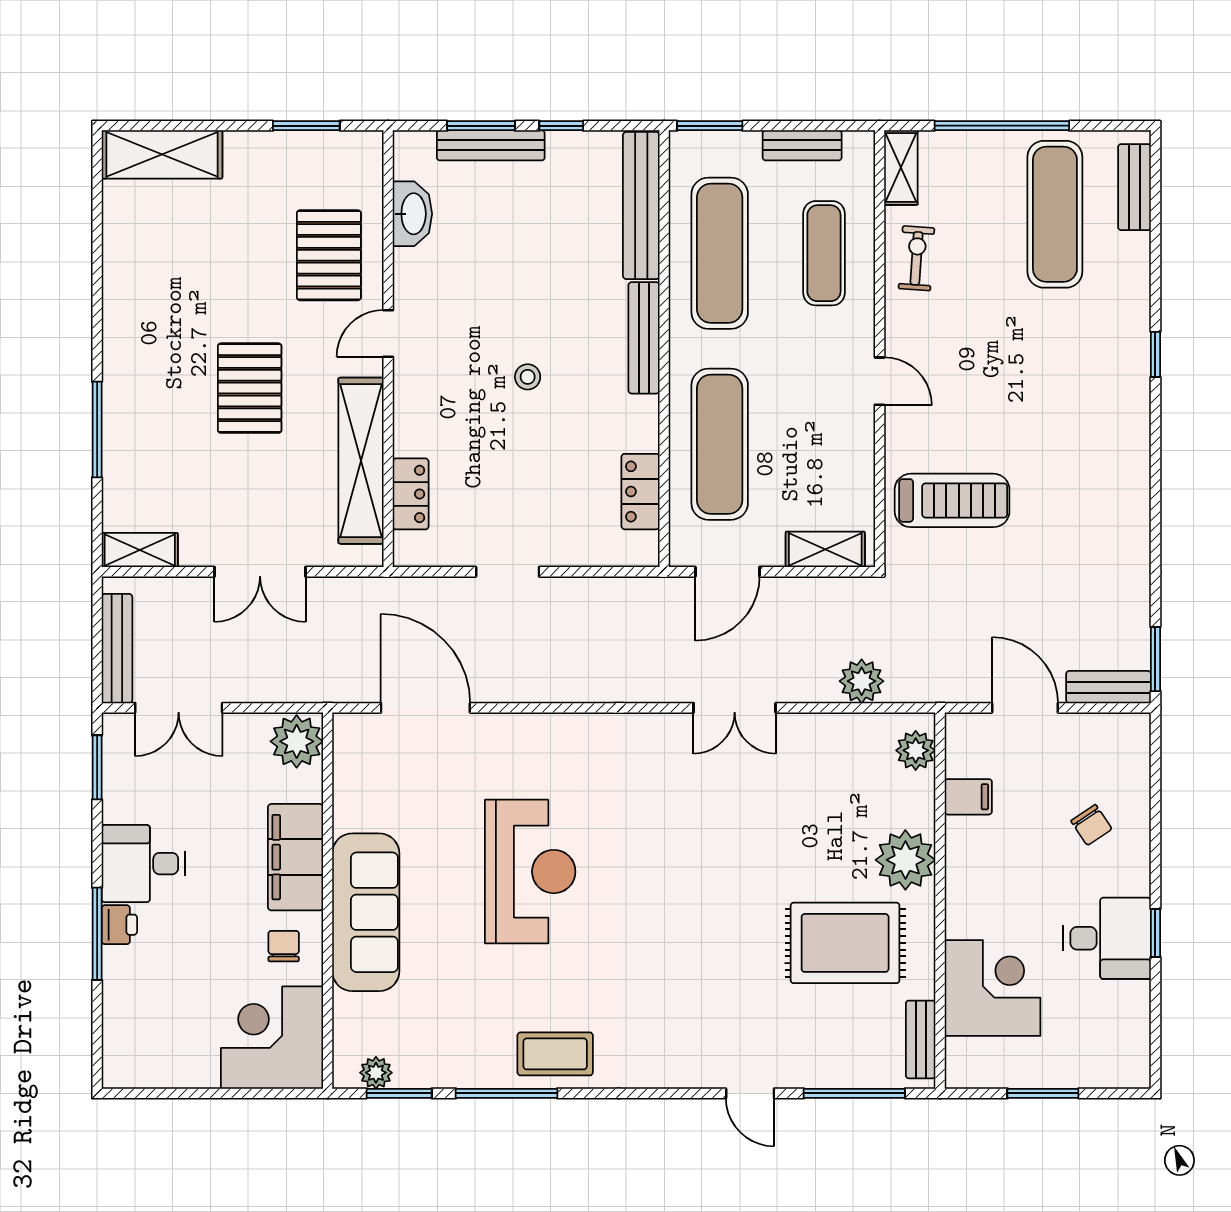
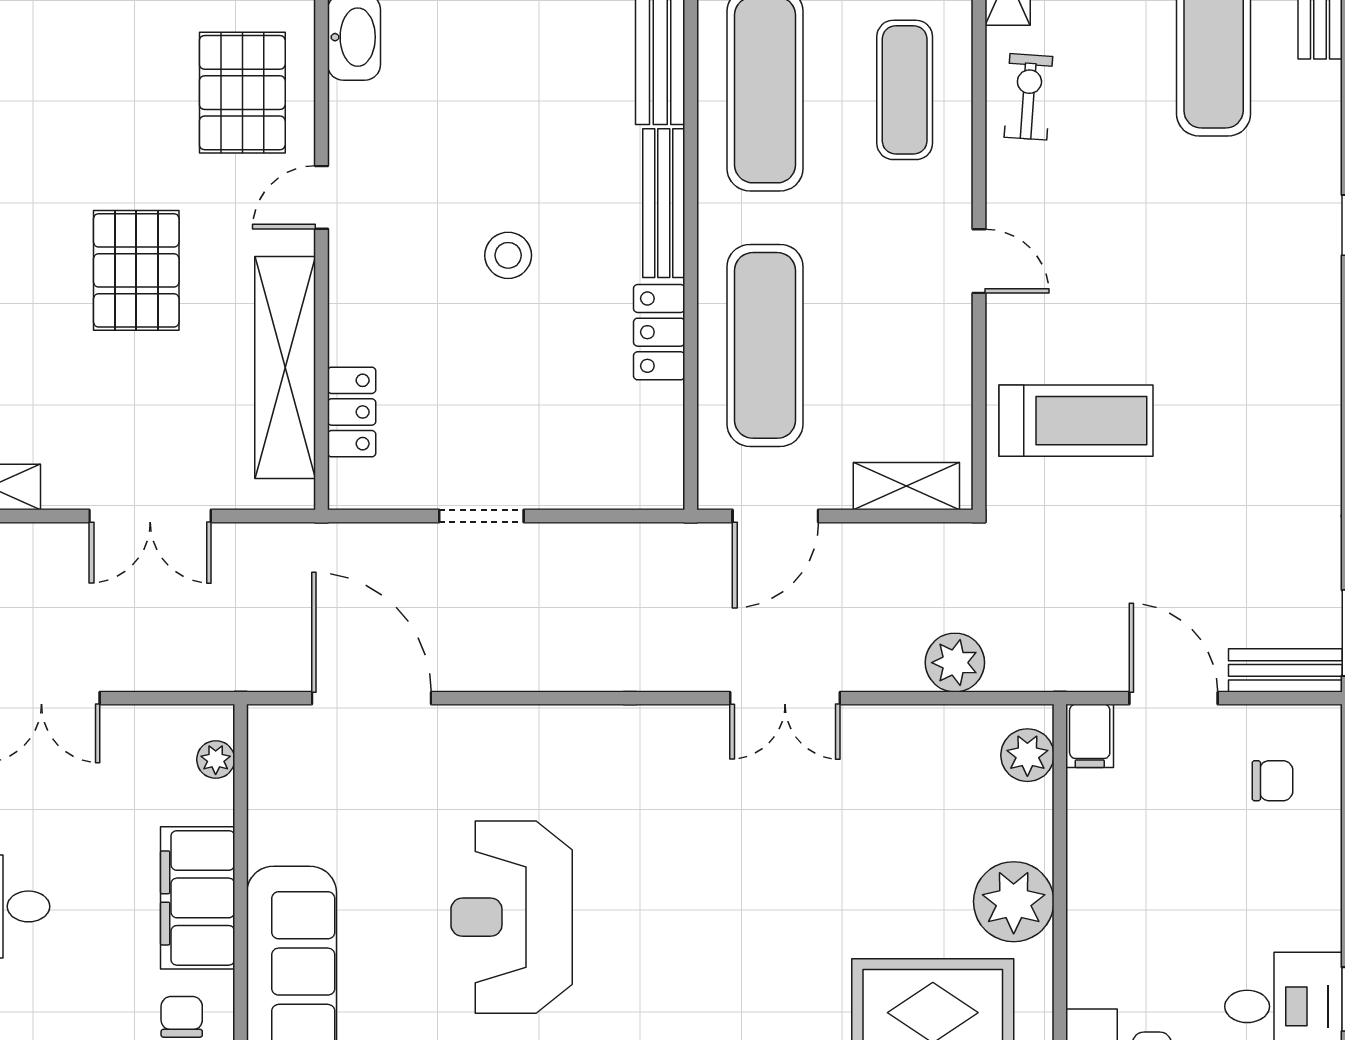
stool: (528, 377) -> (508, 255), width x1.37, depth x1.37
locker: (640, 492) -> (659, 332), moved
plant: (297, 741) -> (216, 760), width x0.53, depth x0.53
filing cabinet: (968, 797) -> (1090, 736), moved, turned 90
chair: (1091, 825) -> (1272, 781), moved, turned -56
reception desk: (530, 872) -> (512, 917), turned 180

